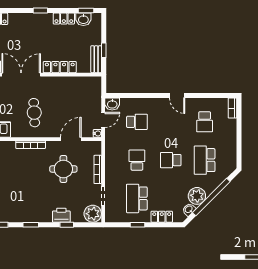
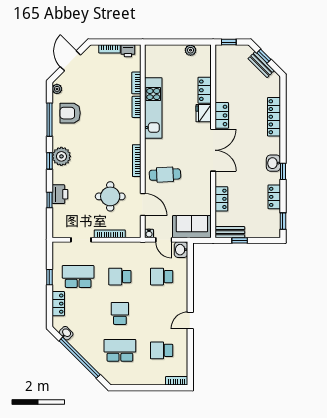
washbasin: (83, 19) -> (273, 163), moved
locker: (60, 67) -> (221, 199), width x0.66
sofa: (91, 94) -> (192, 227), added
cafe table: (34, 113) -> (165, 175), moved
school desk: (137, 122) -> (162, 277), turned 90
school desk: (137, 160) -> (120, 277), turned 180
plant: (197, 196) -> (81, 342), removed
plant: (93, 214) -> (61, 156), moved

